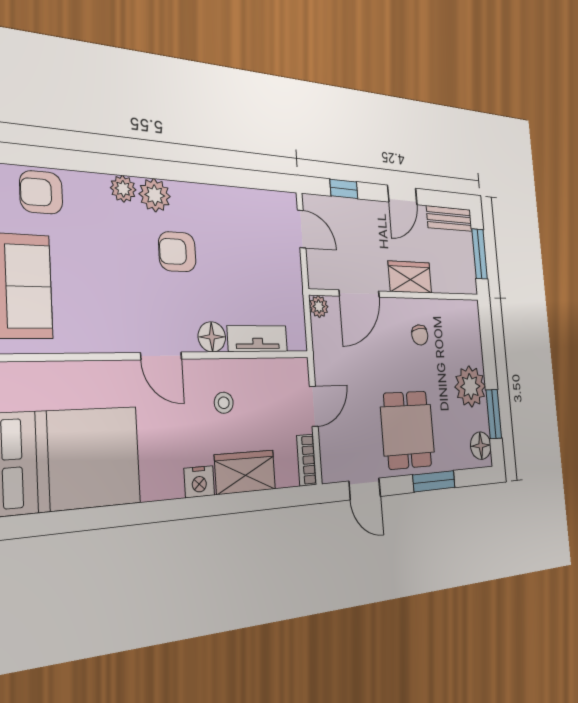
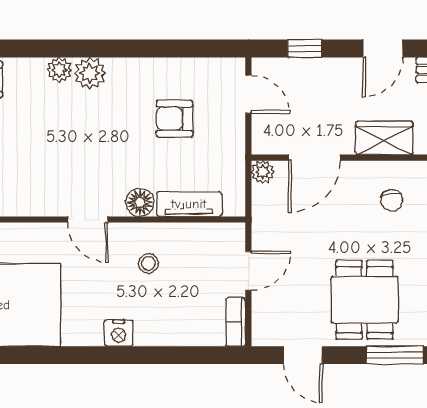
armchair: (177, 252) -> (174, 119), moved
wardrobe: (245, 472) -> (167, 328), removed

